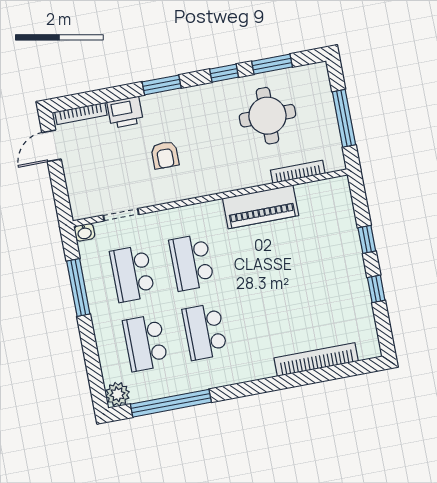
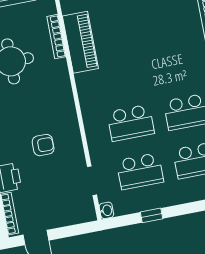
piano: (261, 207) -> (80, 42), moved
window: (78, 287) -> (151, 215), width x0.46

